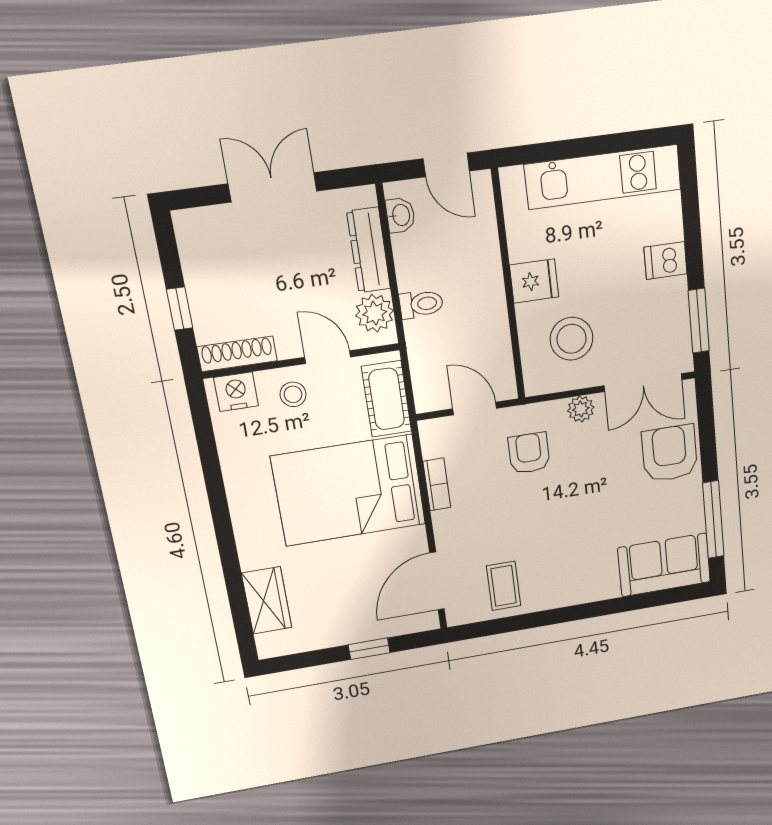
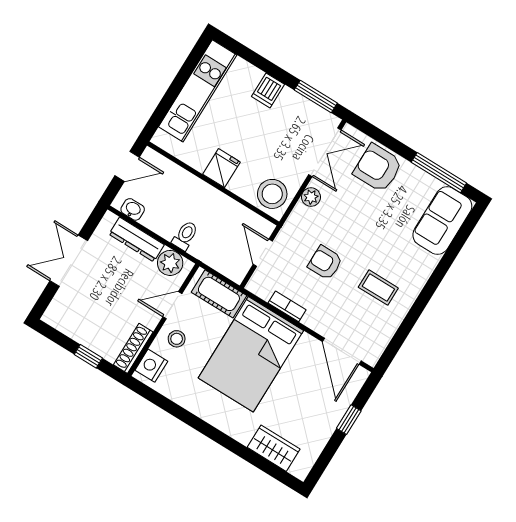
stool: (572, 339) -> (272, 194), moved
door: (475, 408) -> (263, 253), hinge flipped
armchair: (529, 453) -> (325, 263), moved
coffee table: (504, 586) -> (378, 288), moved

